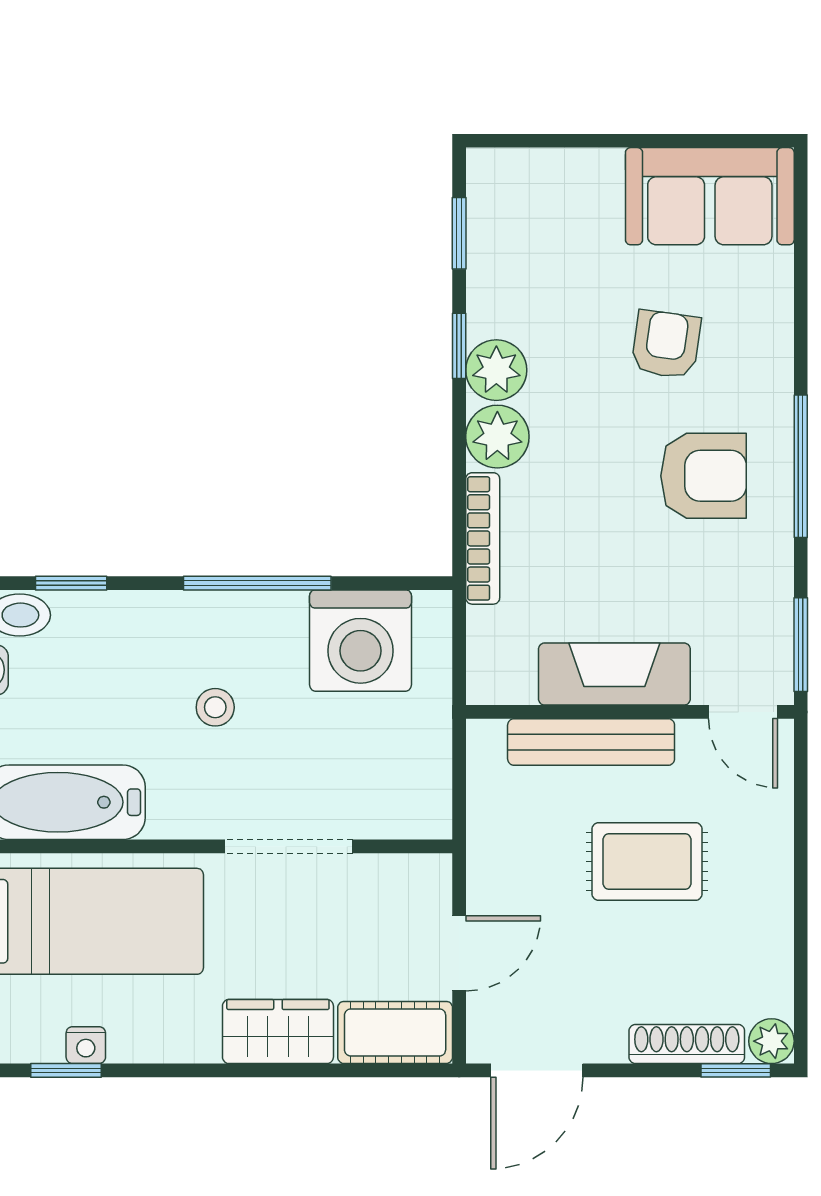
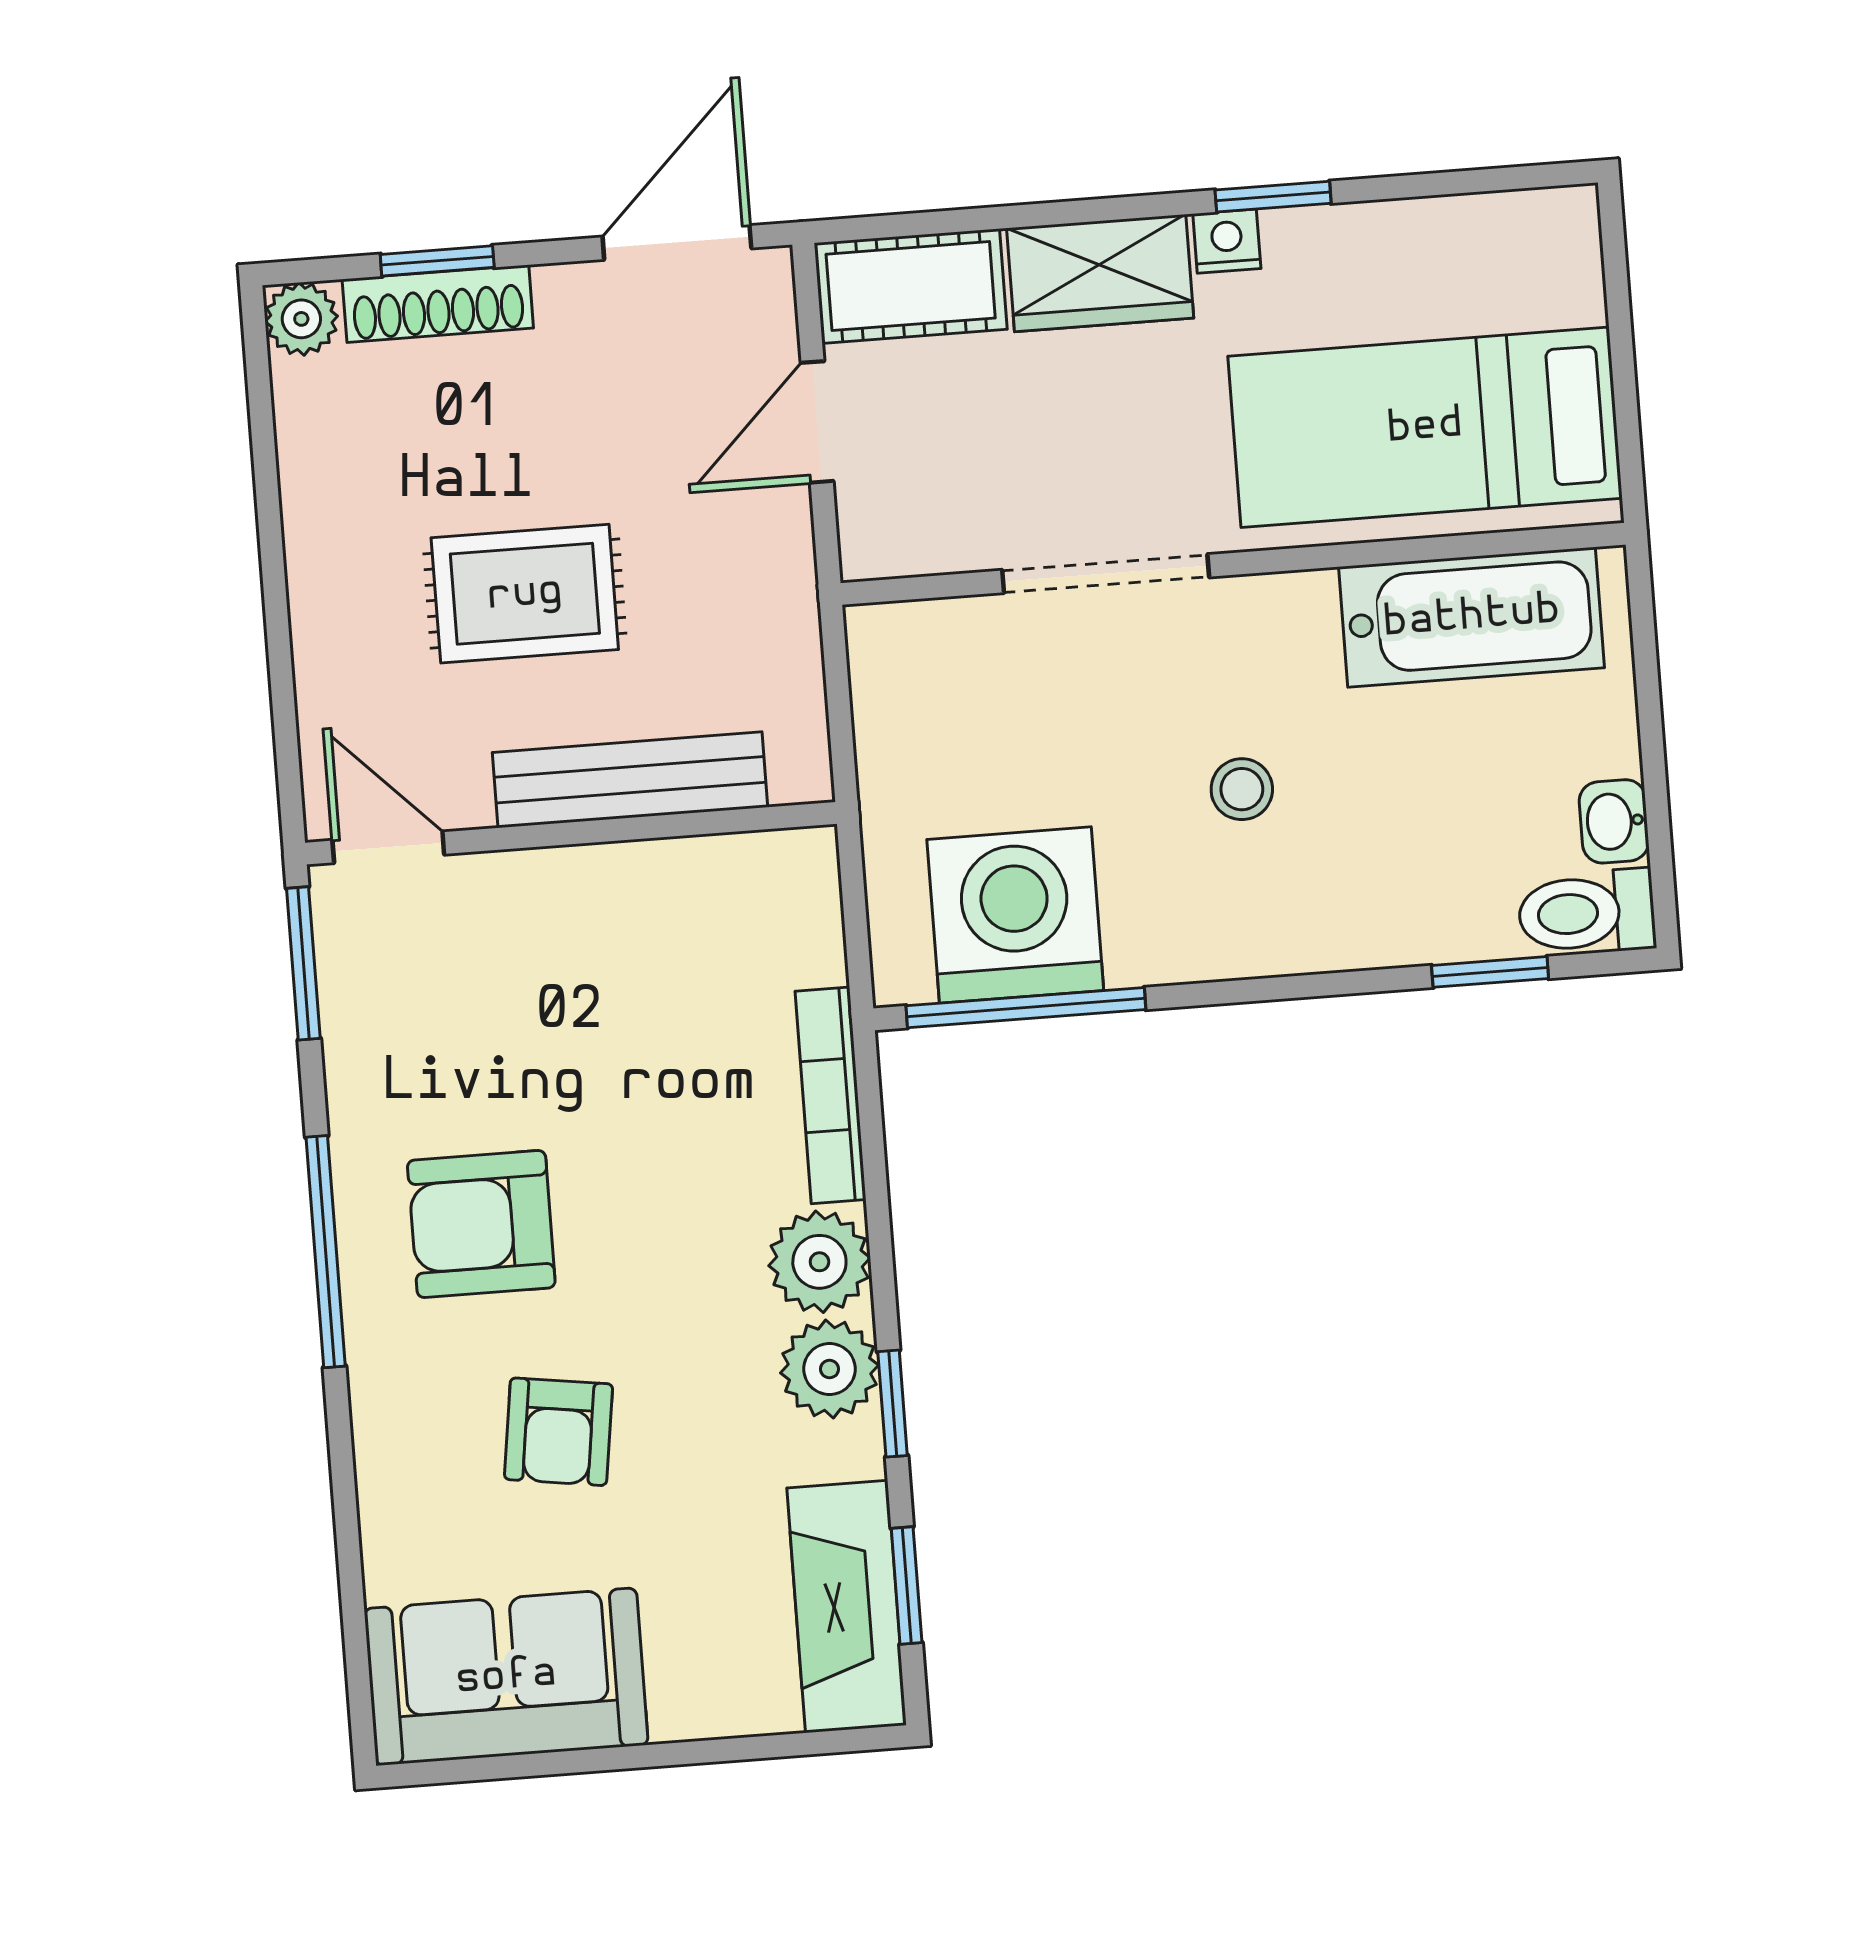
window: (257, 583) -> (1026, 1008), moved
fireplace: (614, 674) -> (847, 1606), moved, turned 90
nightstand: (86, 1045) -> (1227, 241), moved
window: (66, 1070) -> (1273, 197), moved
window: (736, 1070) -> (437, 261), moved

